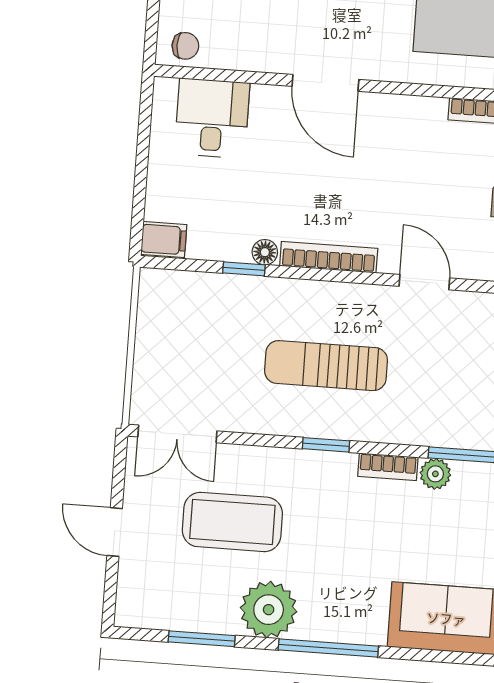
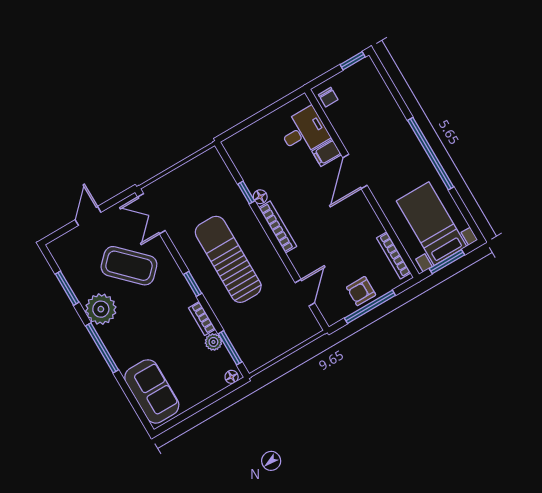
filing cabinet: (164, 240) -> (327, 153), moved, turned 90
door: (424, 282) -> (305, 293), moved
sun lounger: (326, 366) -> (228, 259), width x1.36, depth x1.34
coffee table: (232, 522) -> (129, 266), turned -45

